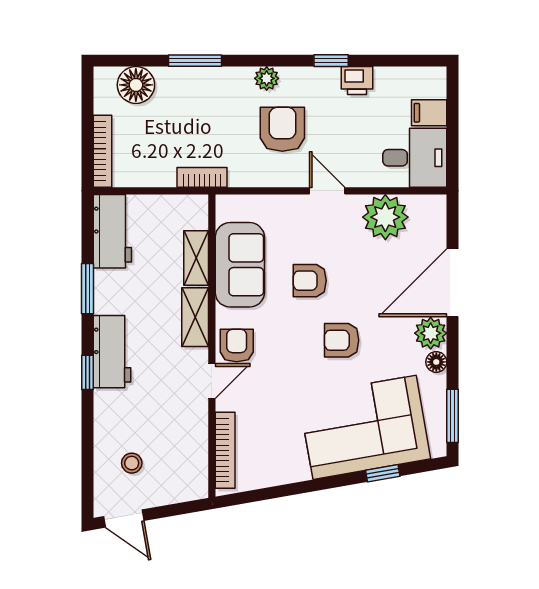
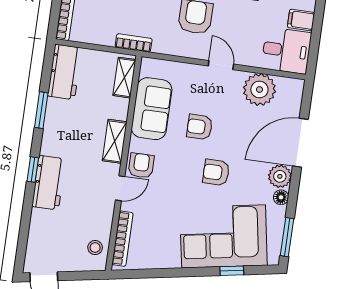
shelving: (196, 258) -> (124, 78), moved
workbench: (112, 352) -> (49, 183), moved
stool: (132, 463) -> (95, 248), moved

